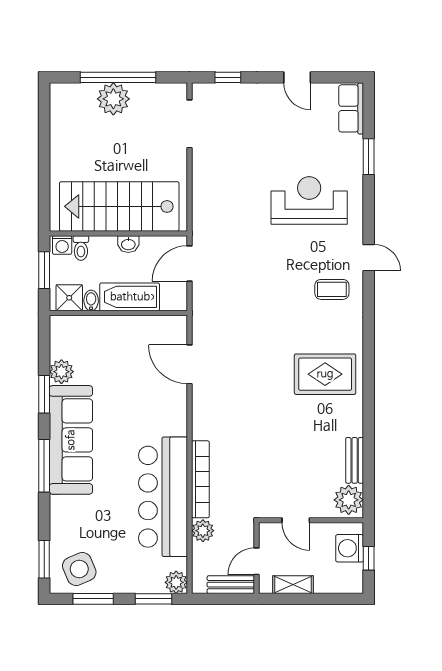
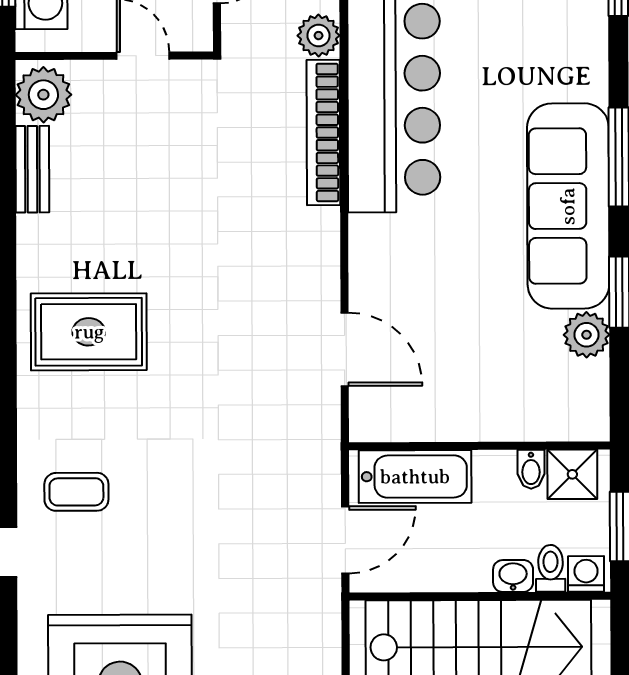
washbasin: (128, 244) -> (513, 576), moved
bathtub: (130, 297) -> (415, 477), moved

